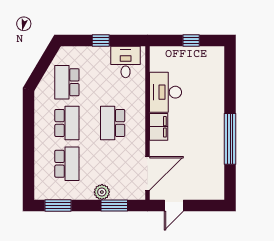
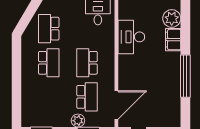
plant: (214, 70) -> (172, 18), added
filing cabinet: (159, 127) -> (173, 40), moved, turned 180
school desk: (67, 164) -> (87, 97), moved

